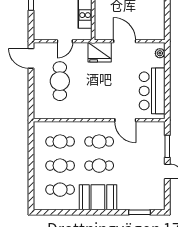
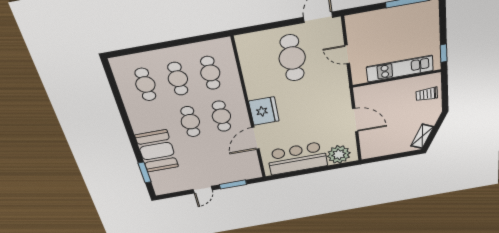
door: (125, 41) -> (355, 120), hinge flipped
fridge: (100, 52) -> (264, 111), moved, turned 180
plant: (160, 53) -> (339, 155), width x1.87, depth x1.87
cafe table: (60, 81) -> (292, 58), turned 90
booth: (98, 197) -> (157, 151), moved

